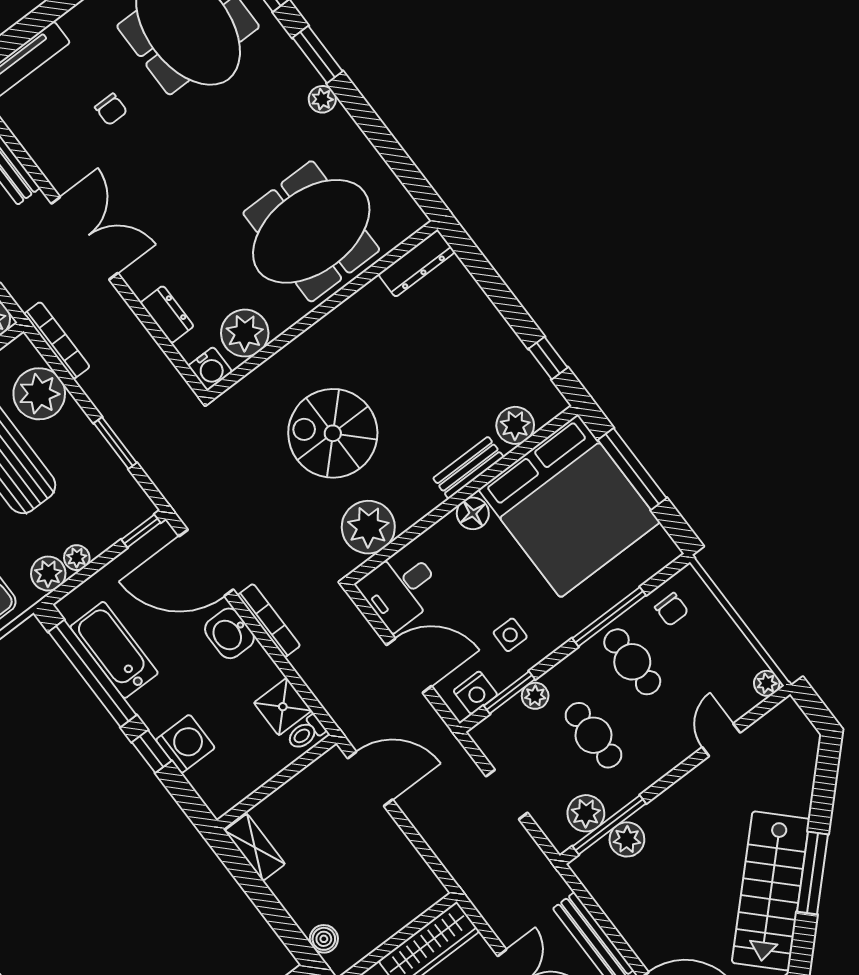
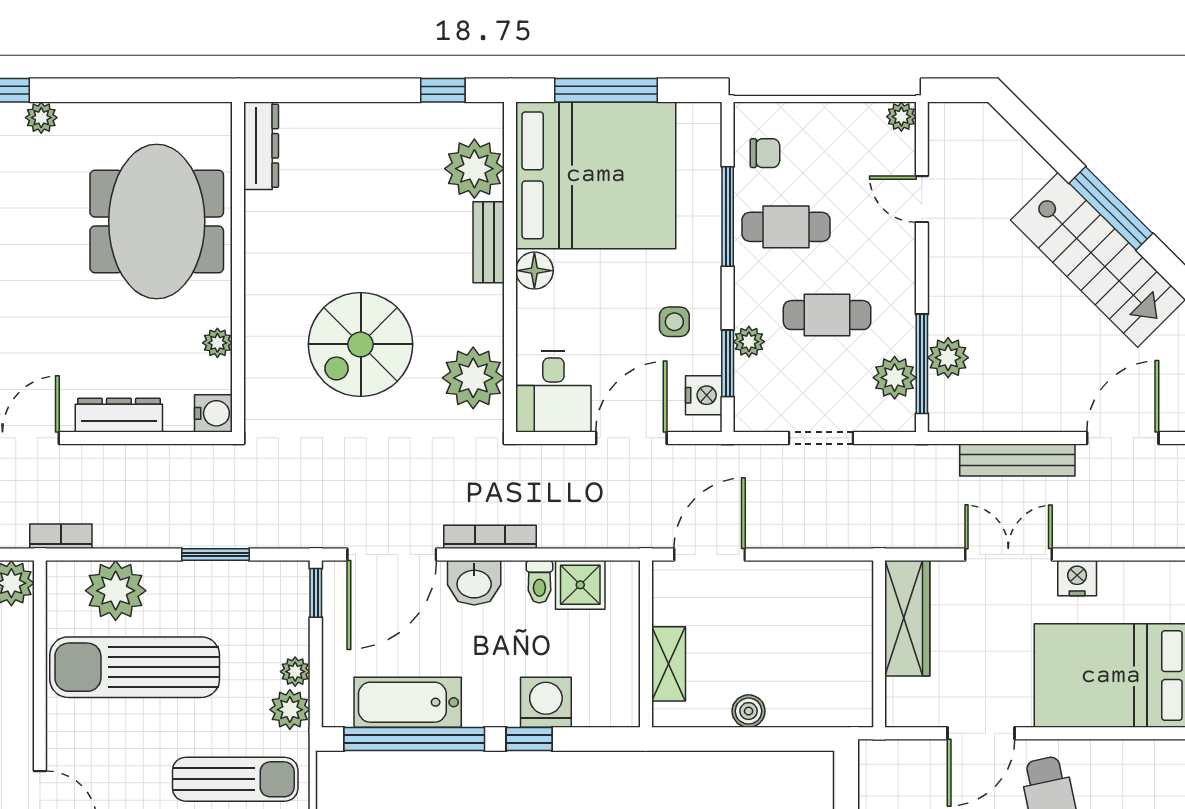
dresser: (167, 315) -> (119, 415), width x1.44
plant: (245, 333) -> (217, 343), width x0.53, depth x0.53
bookcase: (57, 340) -> (61, 536), width x0.64
plant: (515, 425) -> (474, 169), width x1.36, depth x1.36
toilet: (306, 733) -> (539, 582), moved
shelving: (255, 847) -> (669, 664), moved, turned 90
boiler: (324, 939) -> (749, 711), moved

